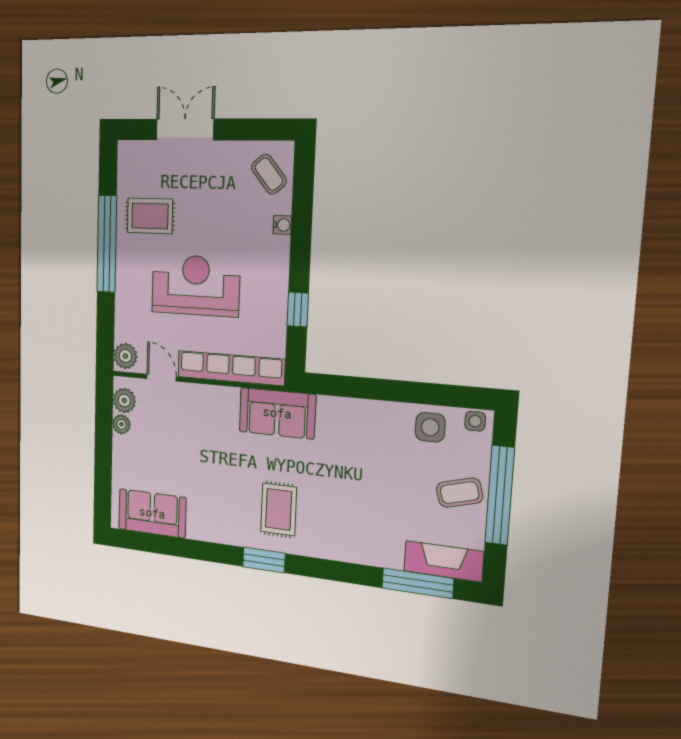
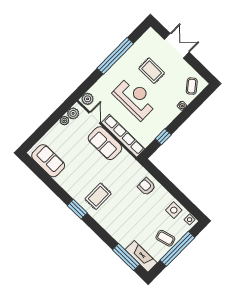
rug: (150, 216) -> (152, 71), moved
sofa: (277, 413) -> (105, 143), moved
armchair: (345, 424) -> (146, 187), added

